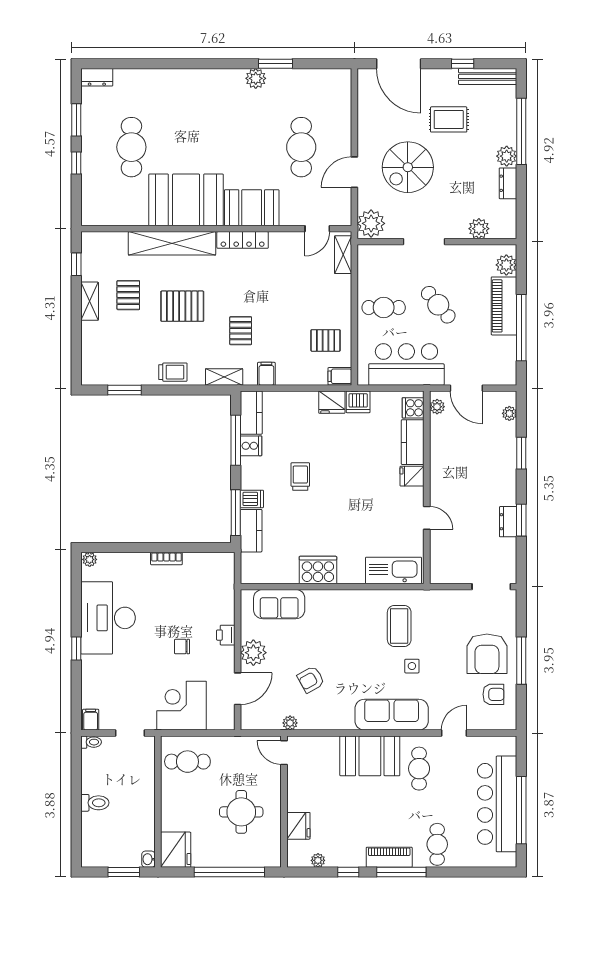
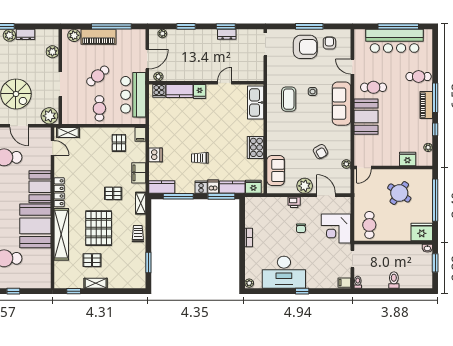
pallet: (182, 306) -> (99, 228), width x1.37, depth x1.41
filing cabinet: (266, 374) -> (139, 173), width x2.00
fridge: (332, 402) -> (253, 187), moved, turned -90
dishwasher: (358, 402) -> (156, 155), moved
cooker: (251, 446) -> (201, 187), moved
coffee table: (399, 626) -> (289, 99), turned 90
round table: (241, 812) -> (399, 193), turned 35

